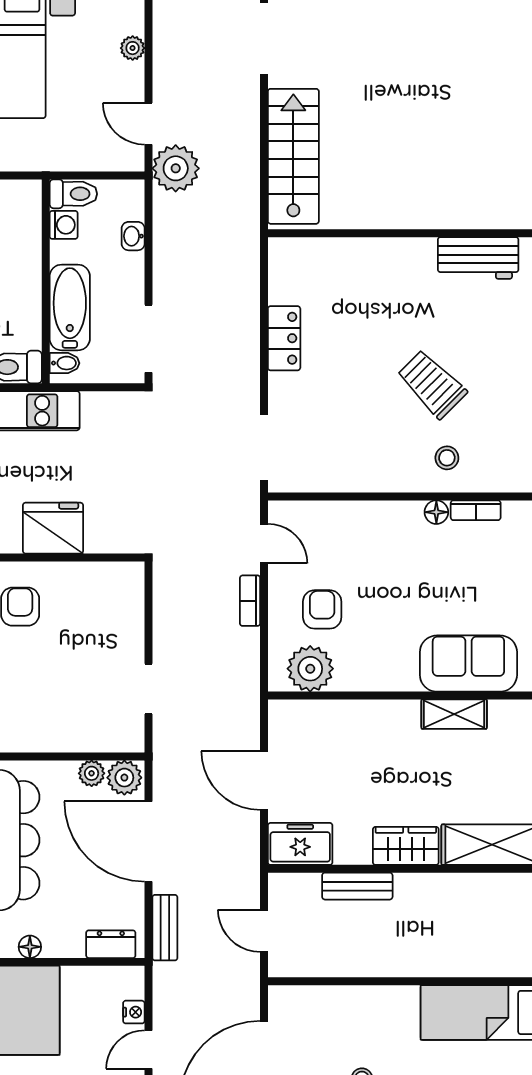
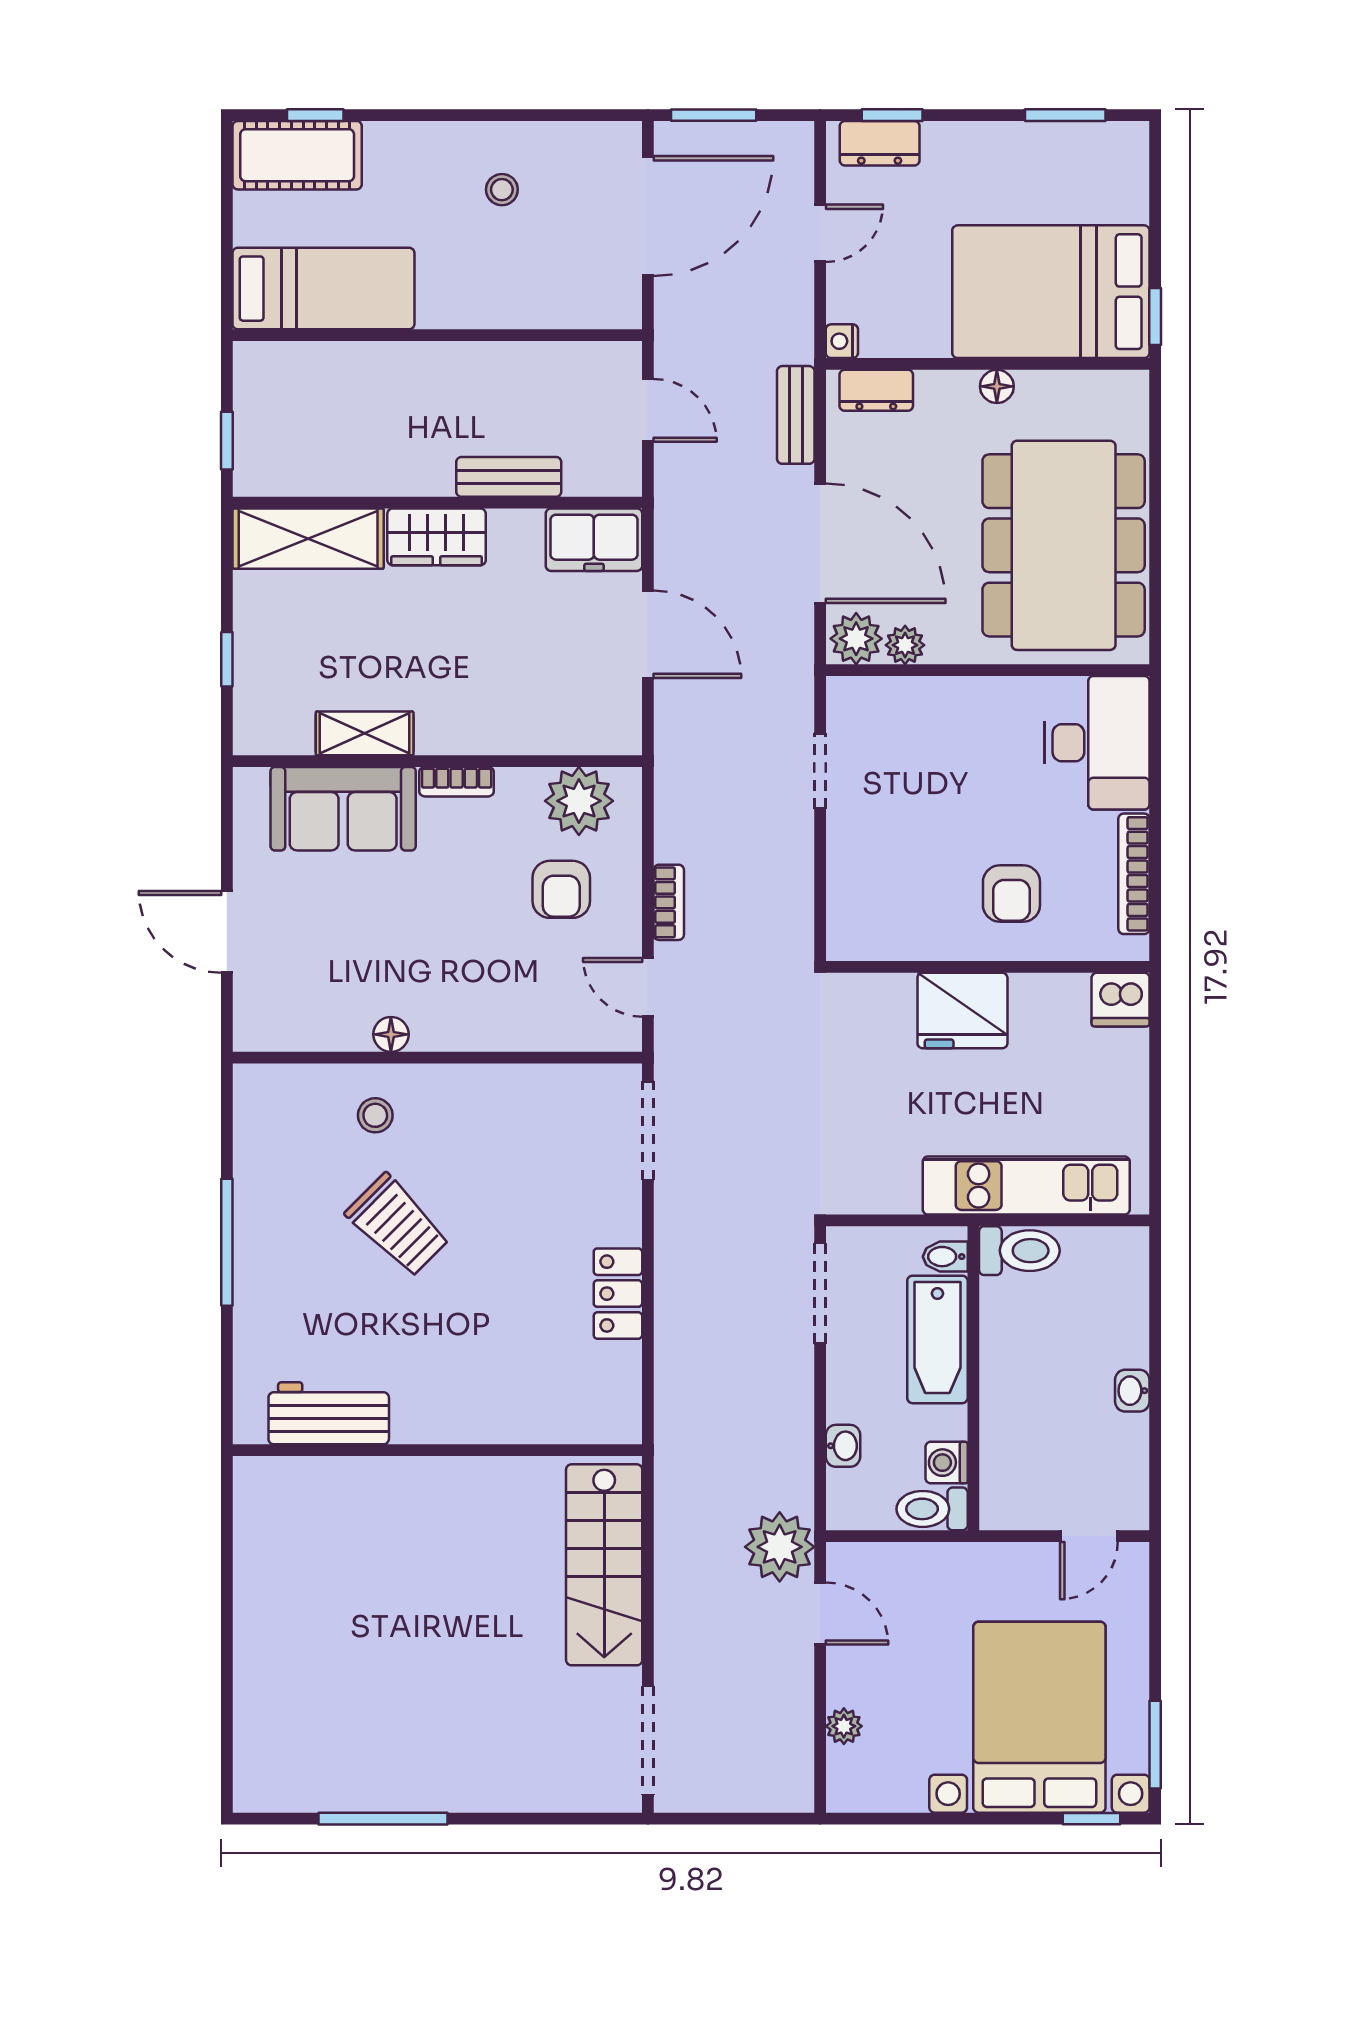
bookcase: (476, 510) -> (457, 782), moved, turned 180
nightstand: (134, 1012) -> (842, 341), moved

